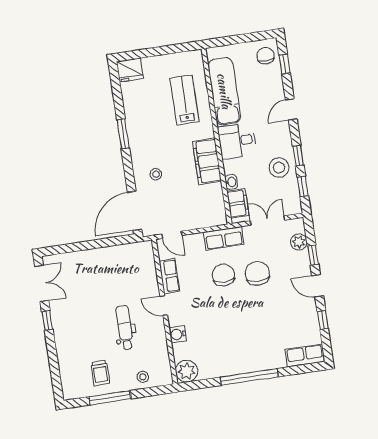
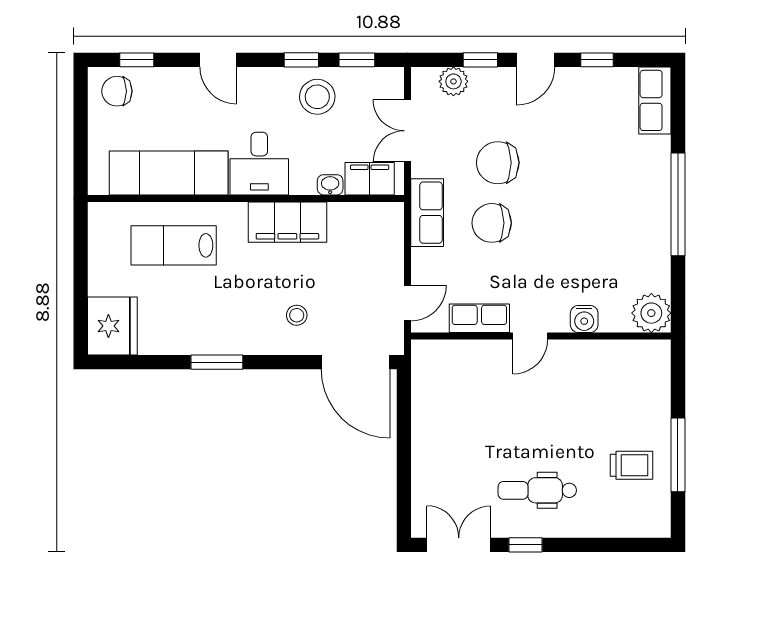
fridge: (130, 70) -> (112, 326), width x1.36, depth x1.34
dental chair: (125, 328) -> (537, 490), moved
stool: (143, 377) -> (650, 391), removed

